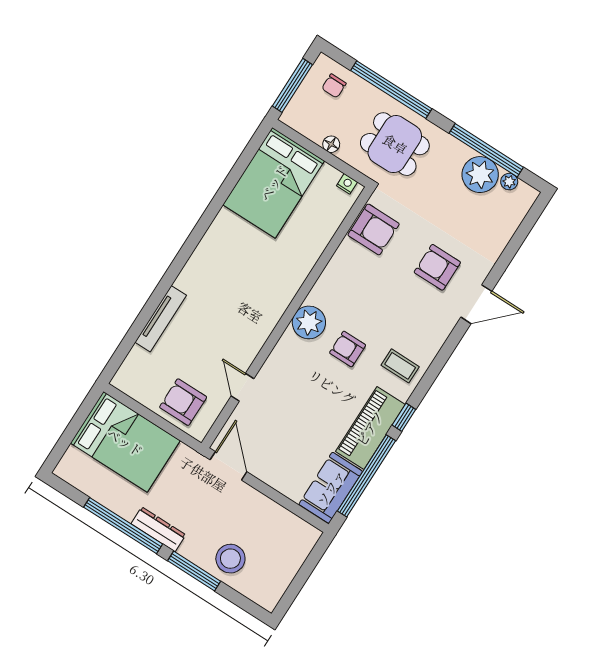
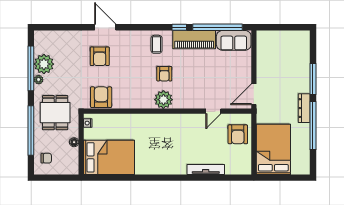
window: (292, 85) -> (58, 178), removed
plant: (509, 182) -> (39, 80), moved
stool: (230, 559) -> (296, 66), removed

